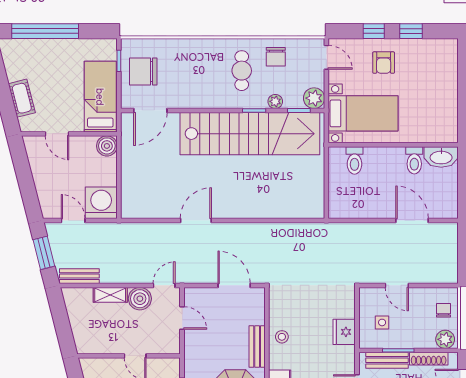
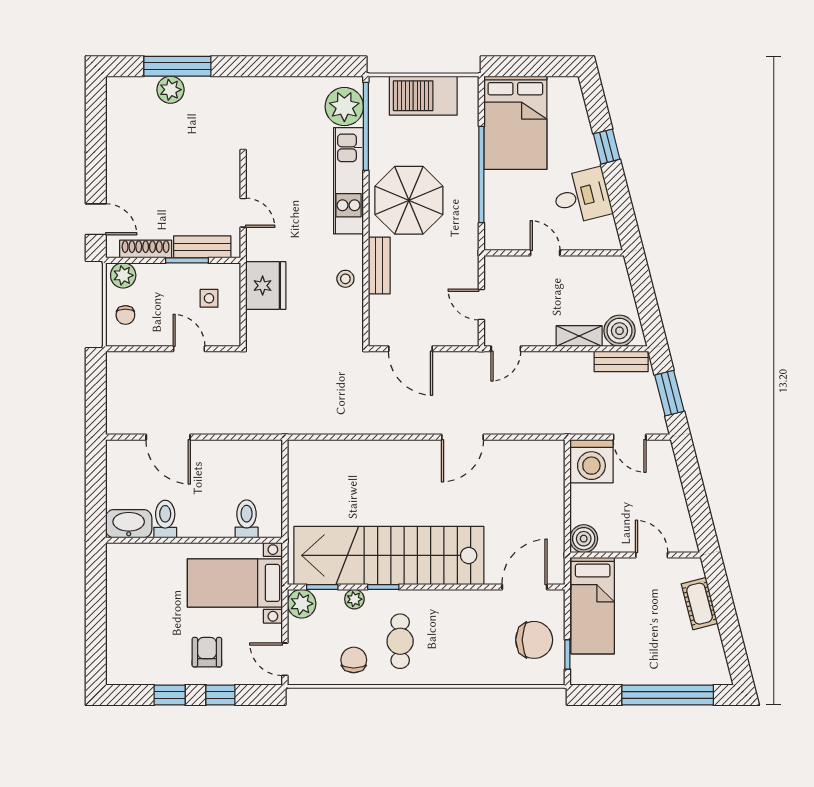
boiler: (140, 299) -> (619, 331), moved
fridge: (344, 332) -> (266, 286), width x1.36, depth x1.34

